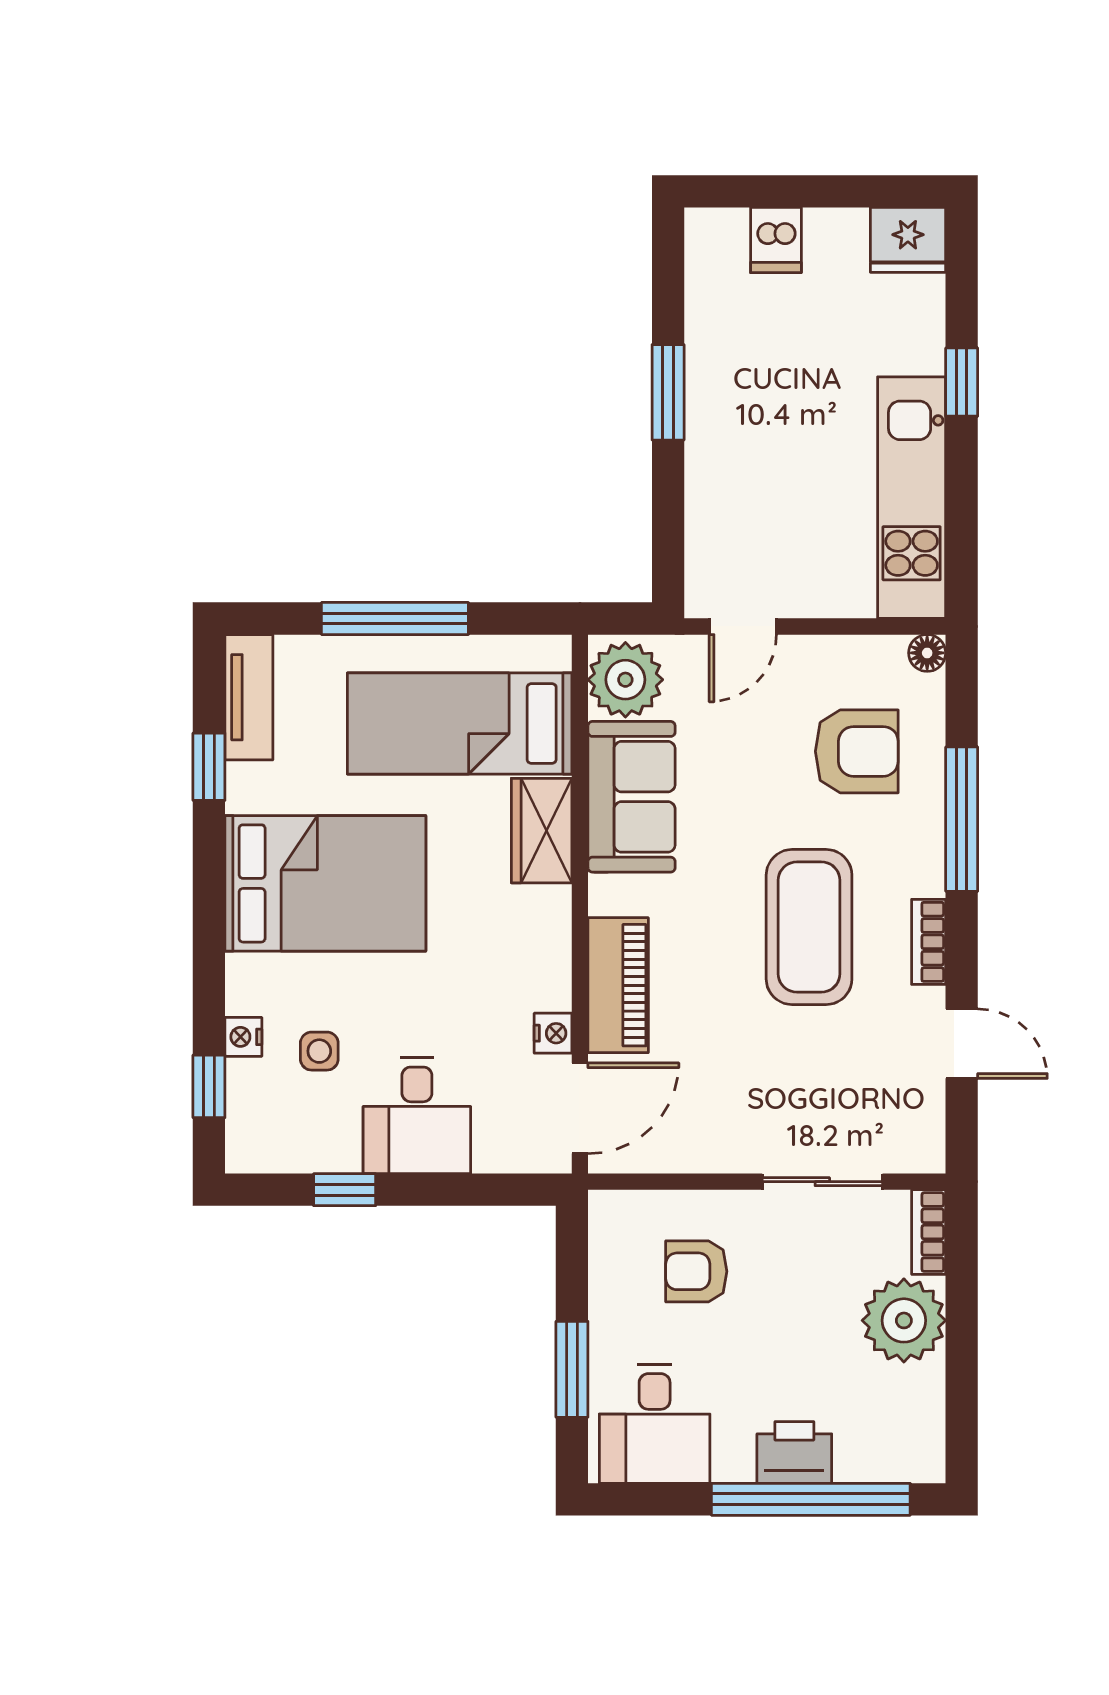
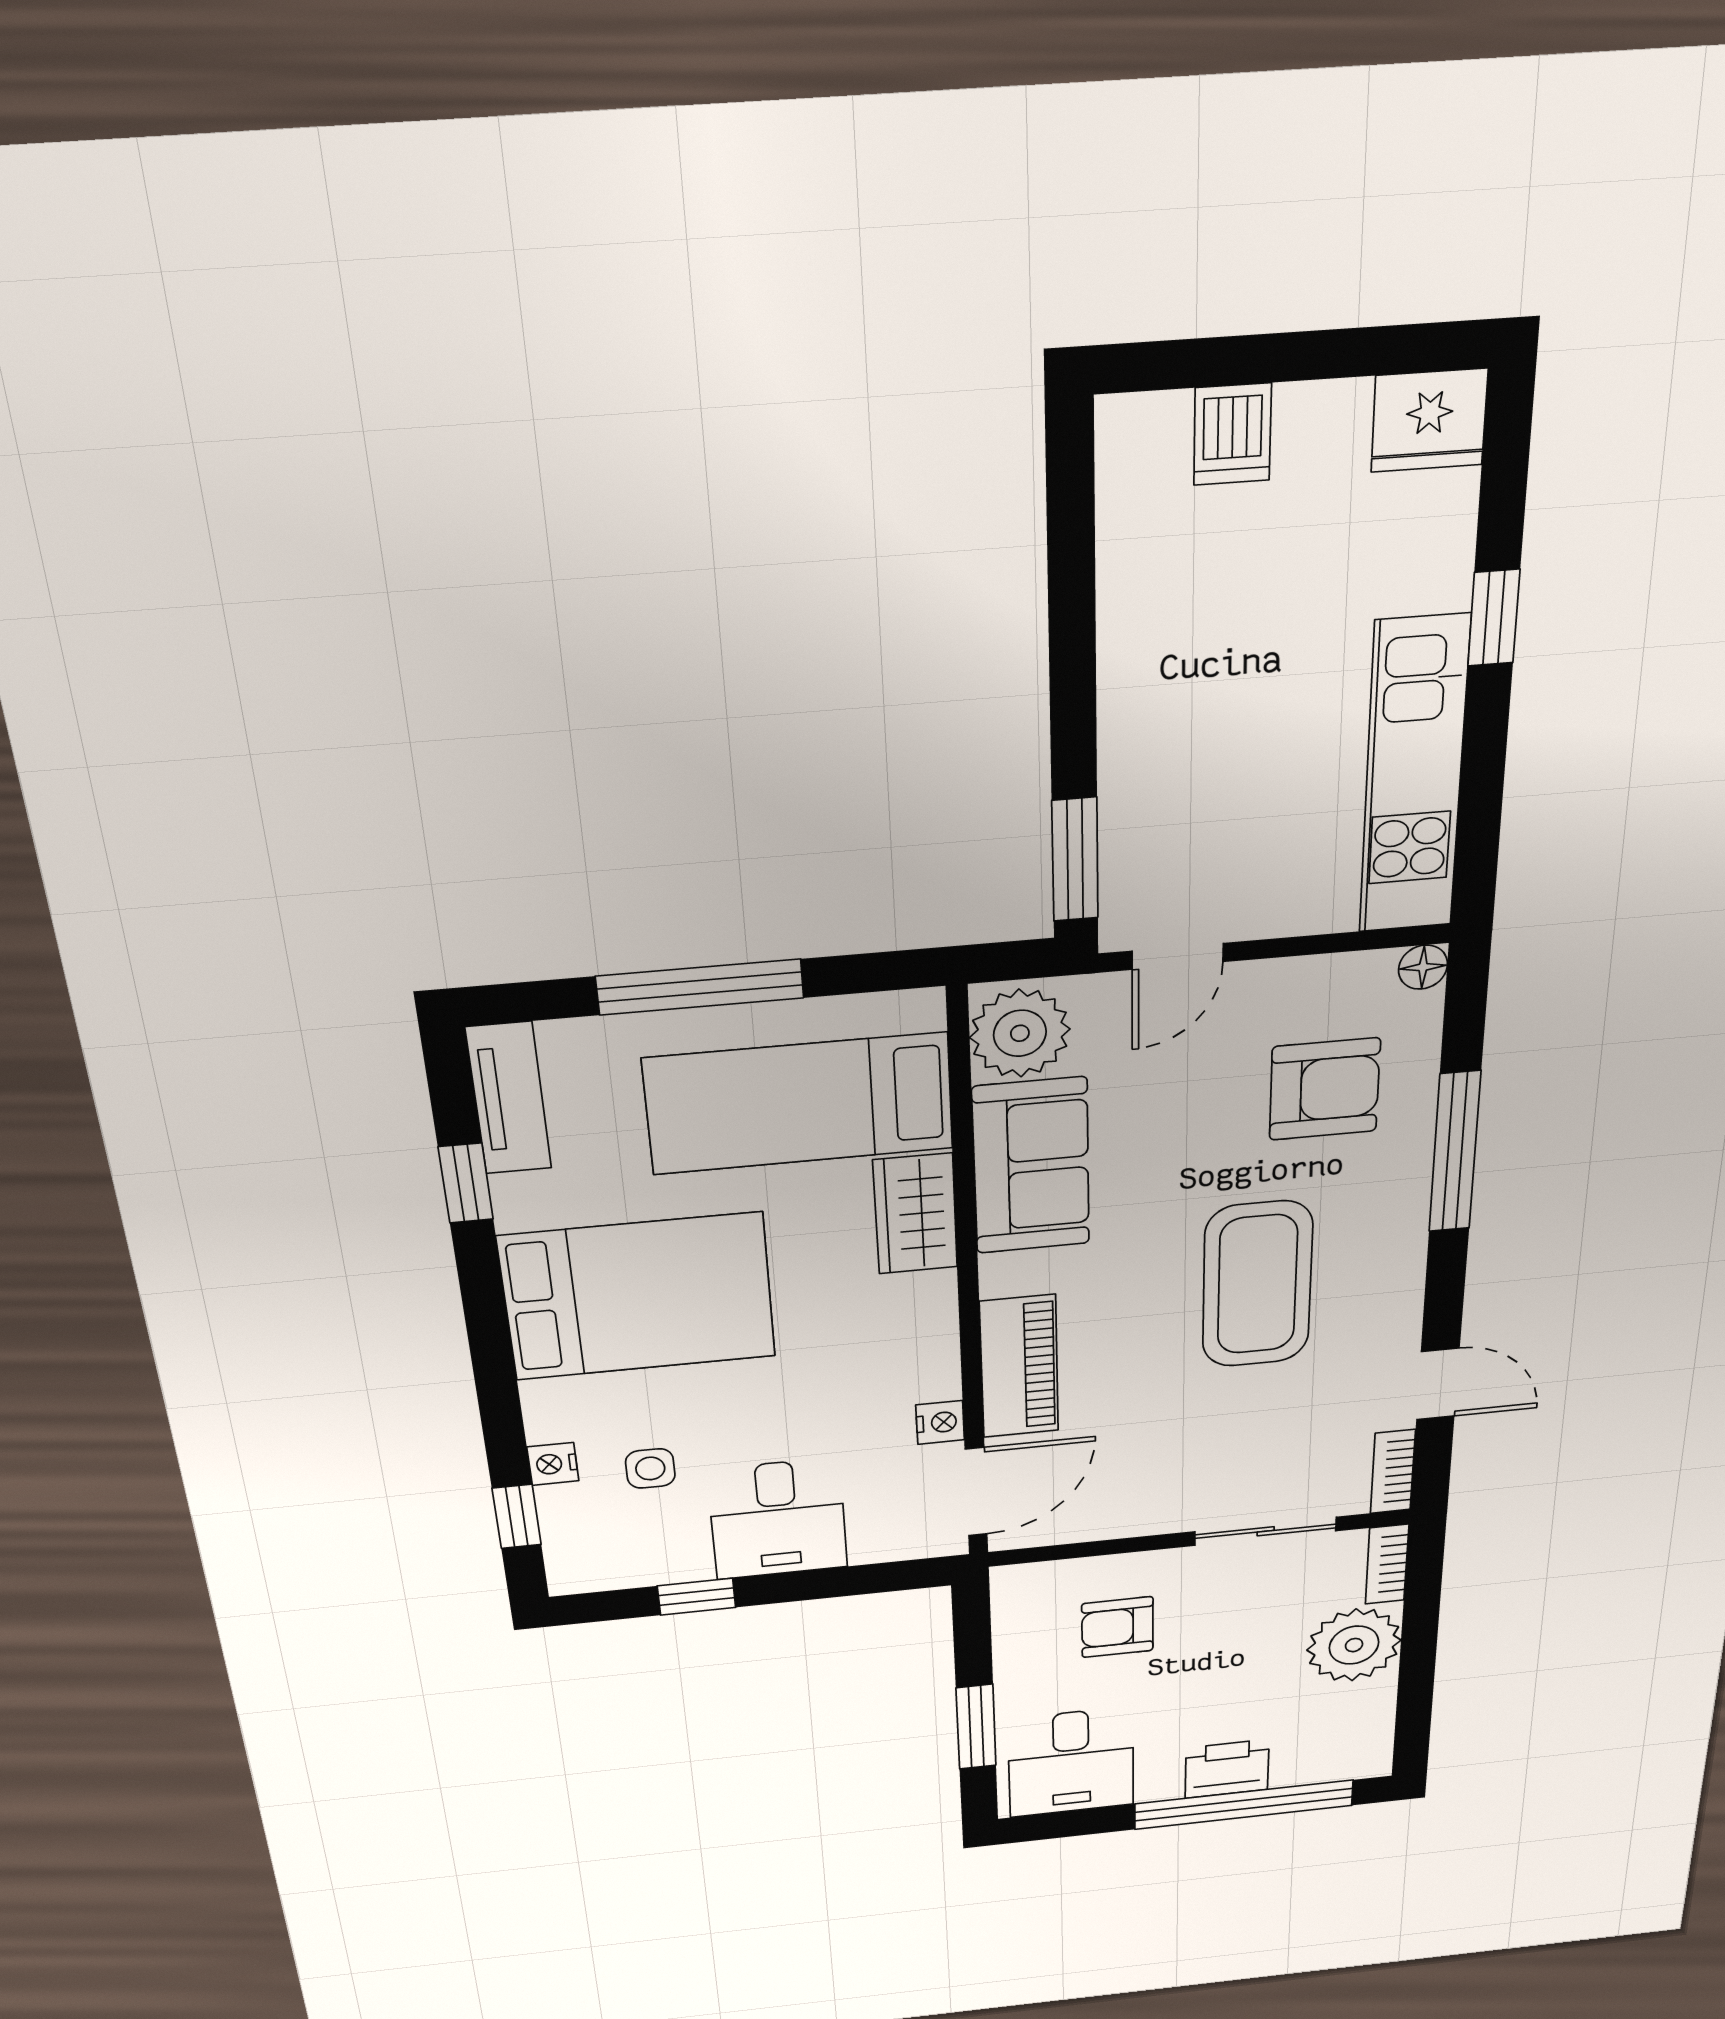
window: (668, 392) -> (1075, 860), moved
bookcase: (929, 942) -> (1393, 1472), moved

